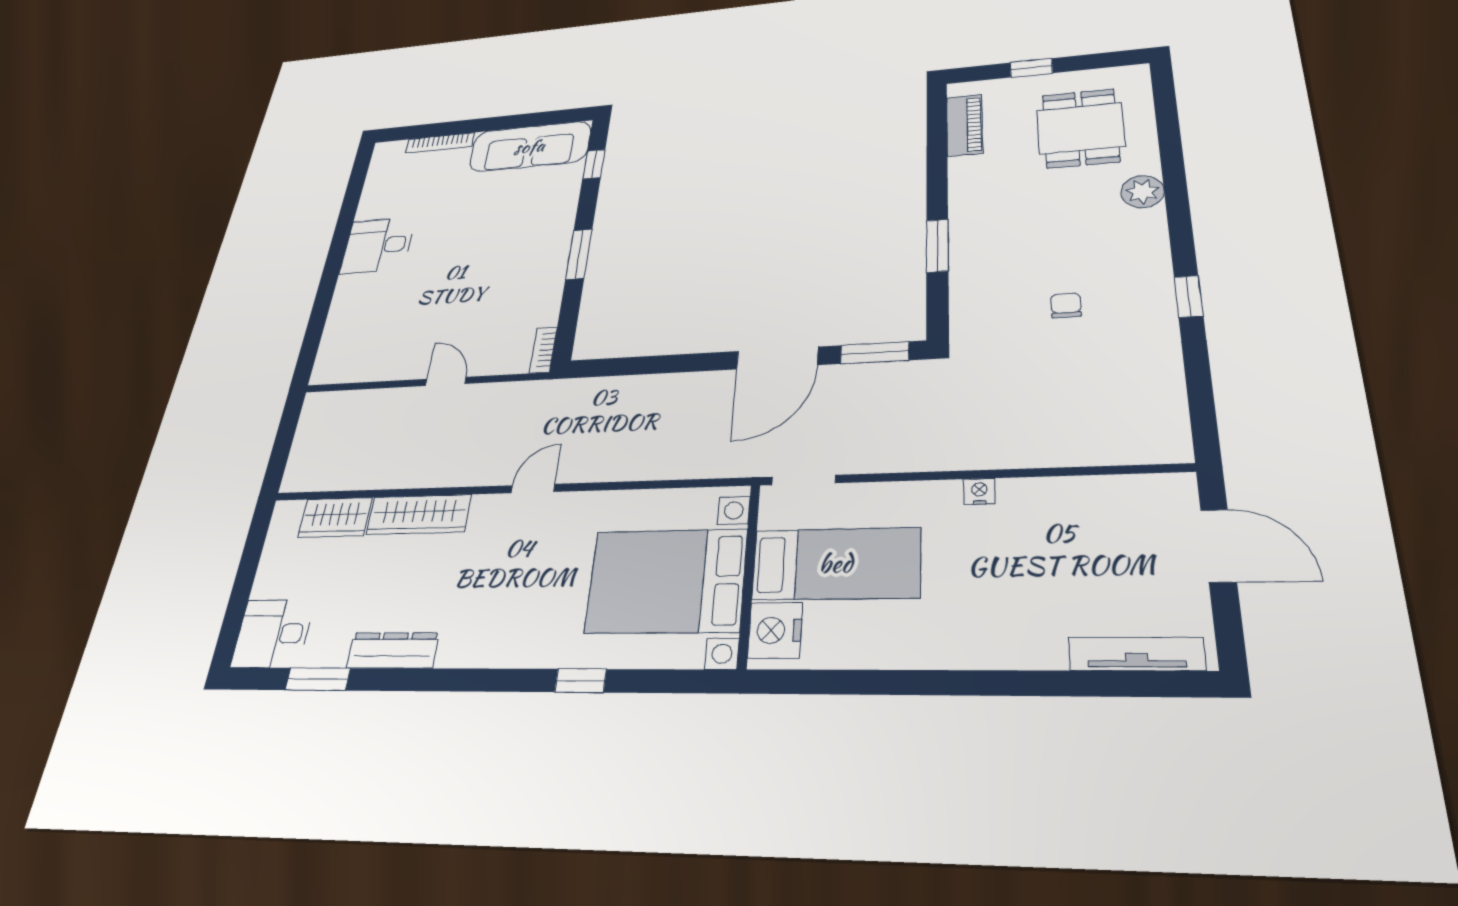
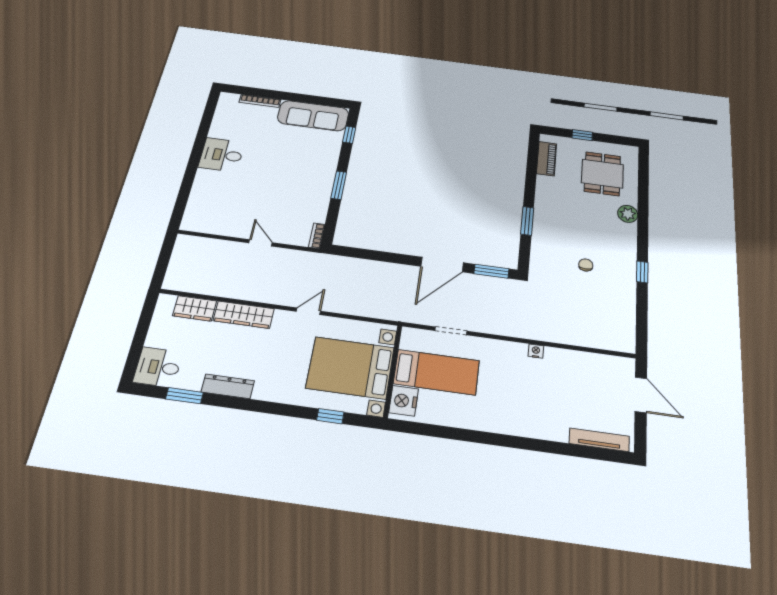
bed: (836, 564) -> (437, 372), moved
wall: (749, 574) -> (393, 371), moved
bed with nightstands: (666, 581) -> (350, 368), moved
nightstand: (775, 630) -> (404, 401), moved

